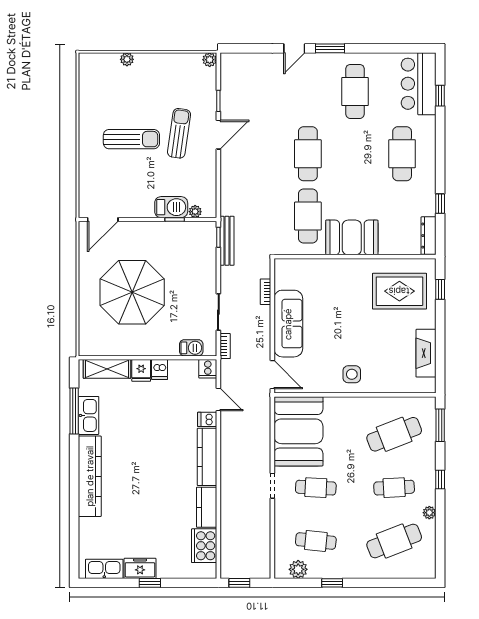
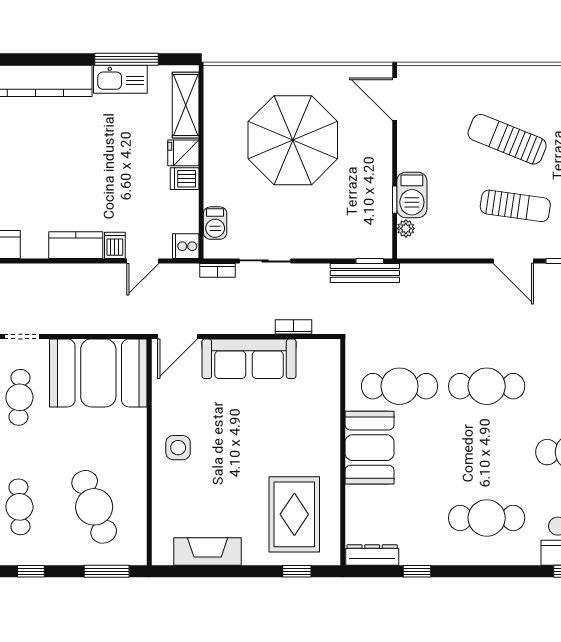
sun lounger: (131, 139) -> (507, 139), turned 112
kitchen counter: (207, 457) -> (76, 245), width x0.67

